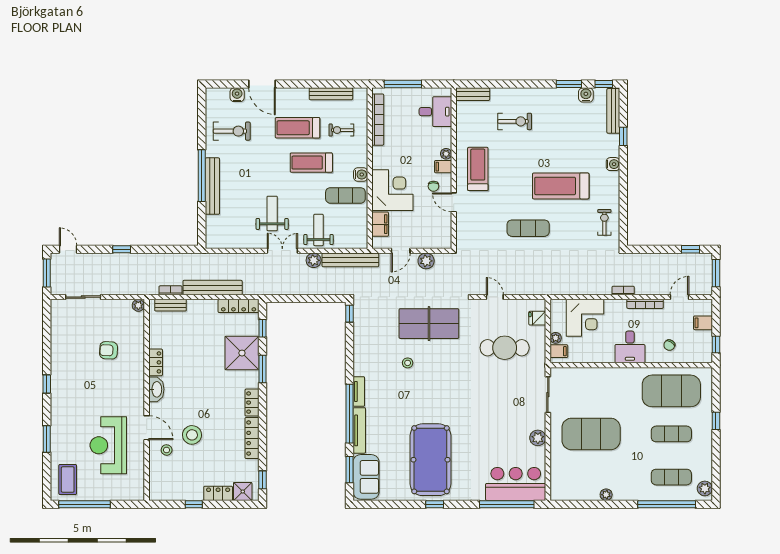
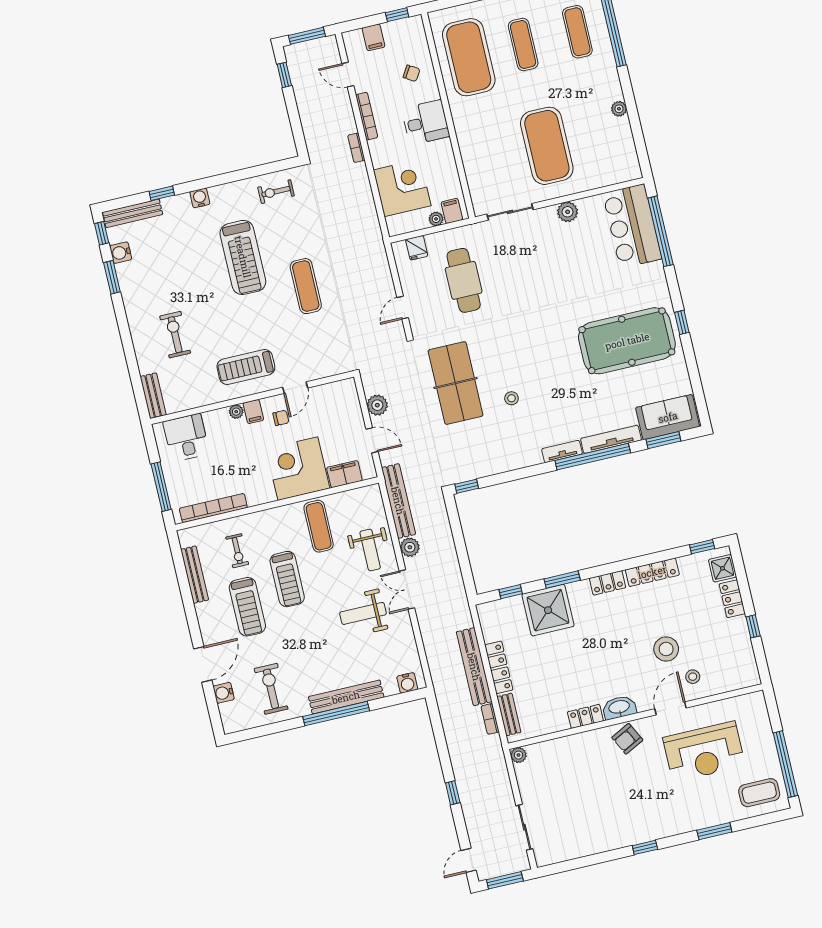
water cooler: (361, 175) -> (407, 683), moved, turned 180
weight bench: (319, 230) -> (370, 550), turned -90
locker: (239, 306) -> (499, 667), moved
armchair: (109, 350) -> (627, 739), moved, turned 60

